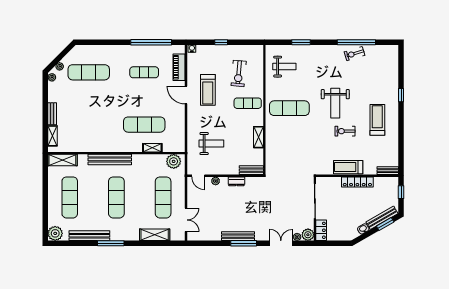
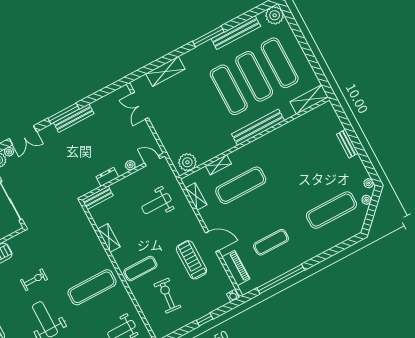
exercise bike: (345, 131) -> (34, 280), moved
shelving: (52, 136) -> (196, 196), moved
exercise mat: (163, 197) -> (254, 76), moved

